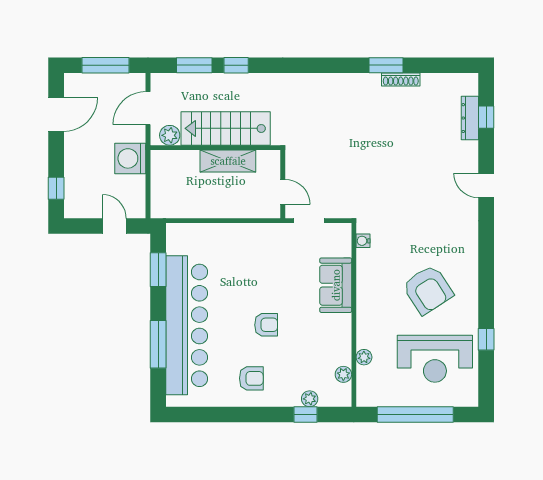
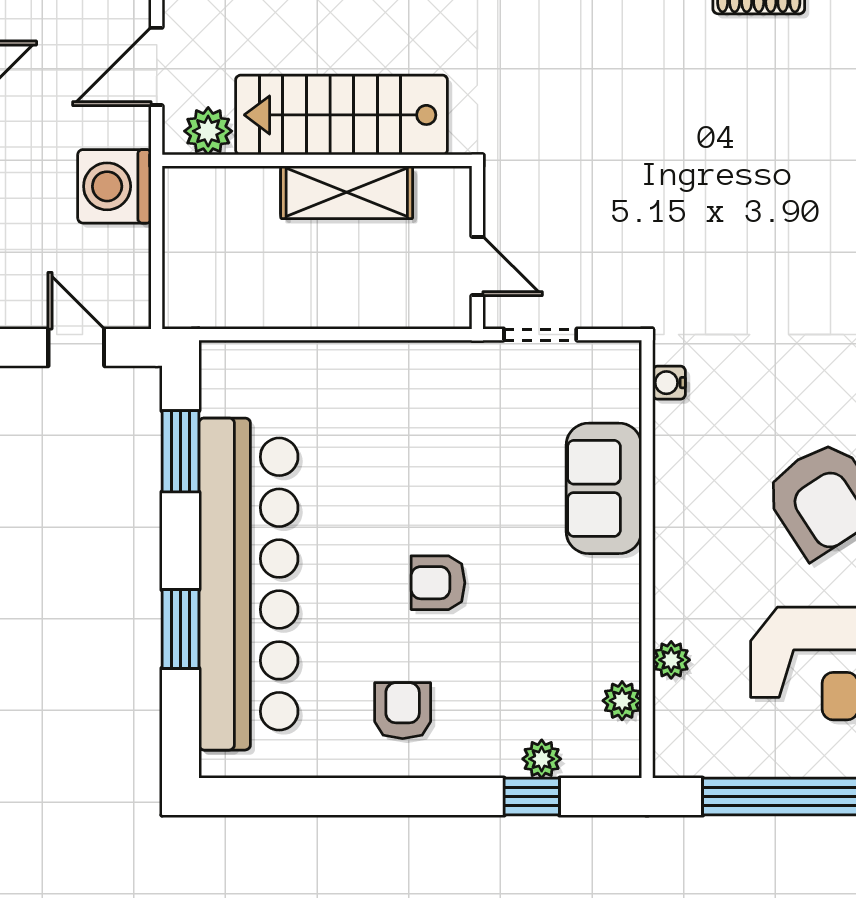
armchair: (266, 325) -> (438, 583), turned 180
window: (158, 344) -> (180, 629), width x0.69
armchair: (251, 378) -> (403, 711), turned -90

